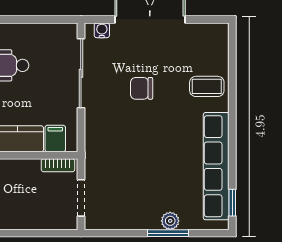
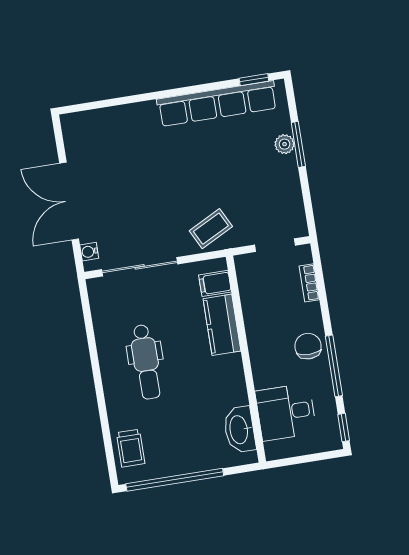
coffee table: (207, 86) -> (211, 229), moved, turned 63
chair: (142, 88) -> (145, 198), removed
bookcase: (58, 165) -> (309, 283), moved, turned 180

